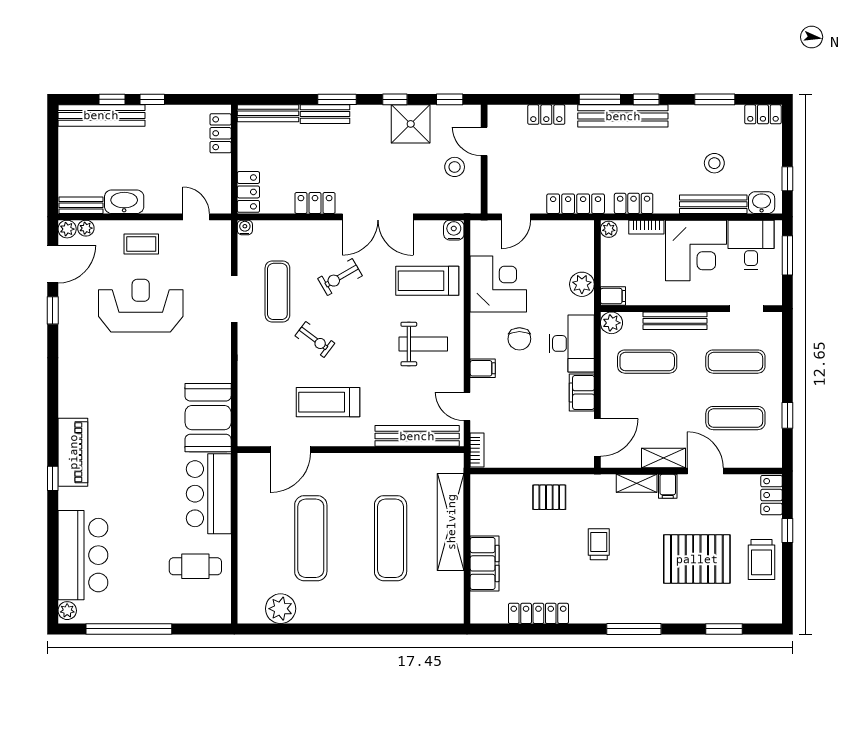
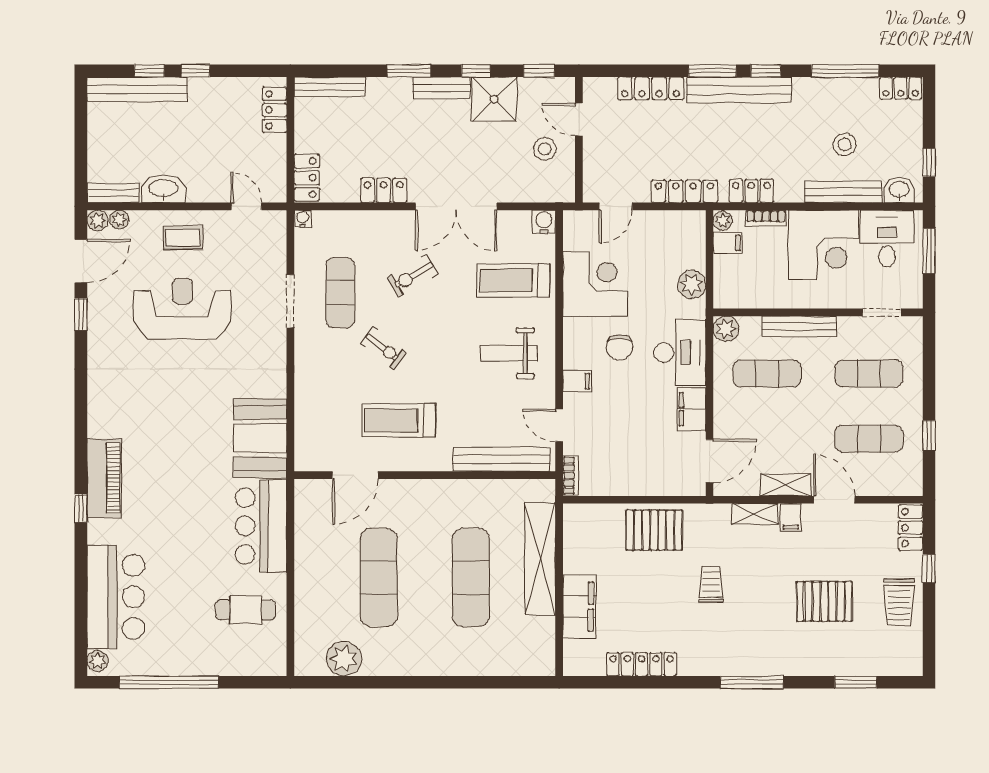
window: (715, 99) -> (845, 71), width x1.44
bench: (325, 114) -> (441, 88), moved
locker: (546, 115) -> (651, 88), width x1.53
filing cabinet: (613, 296) -> (728, 243), moved
weight bench: (423, 344) -> (509, 353), turned 180
pallet: (549, 497) -> (654, 530), width x1.50, depth x1.42
pallet: (697, 559) -> (824, 601), width x0.73, depth x0.71

